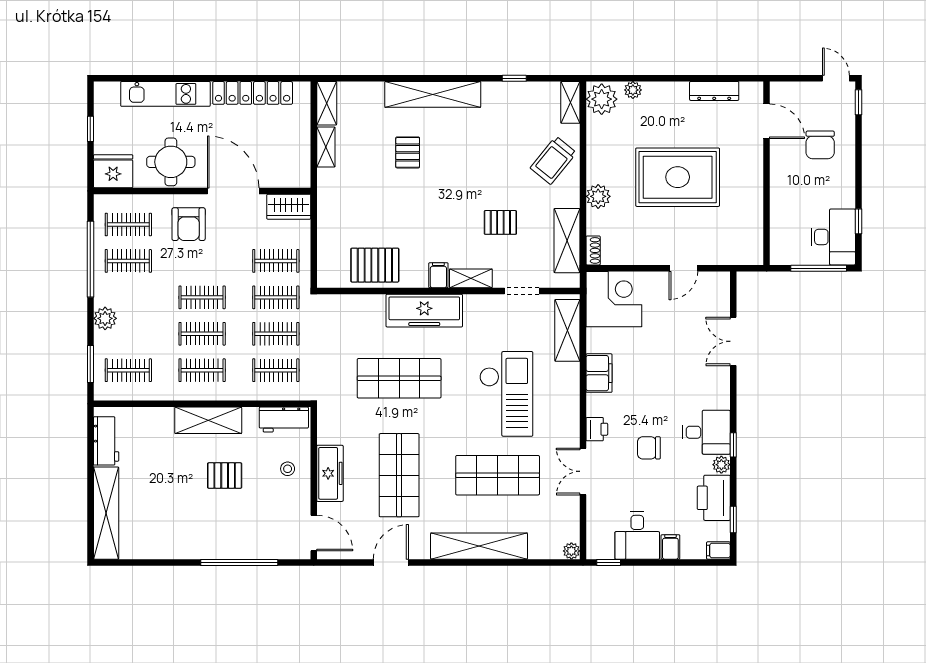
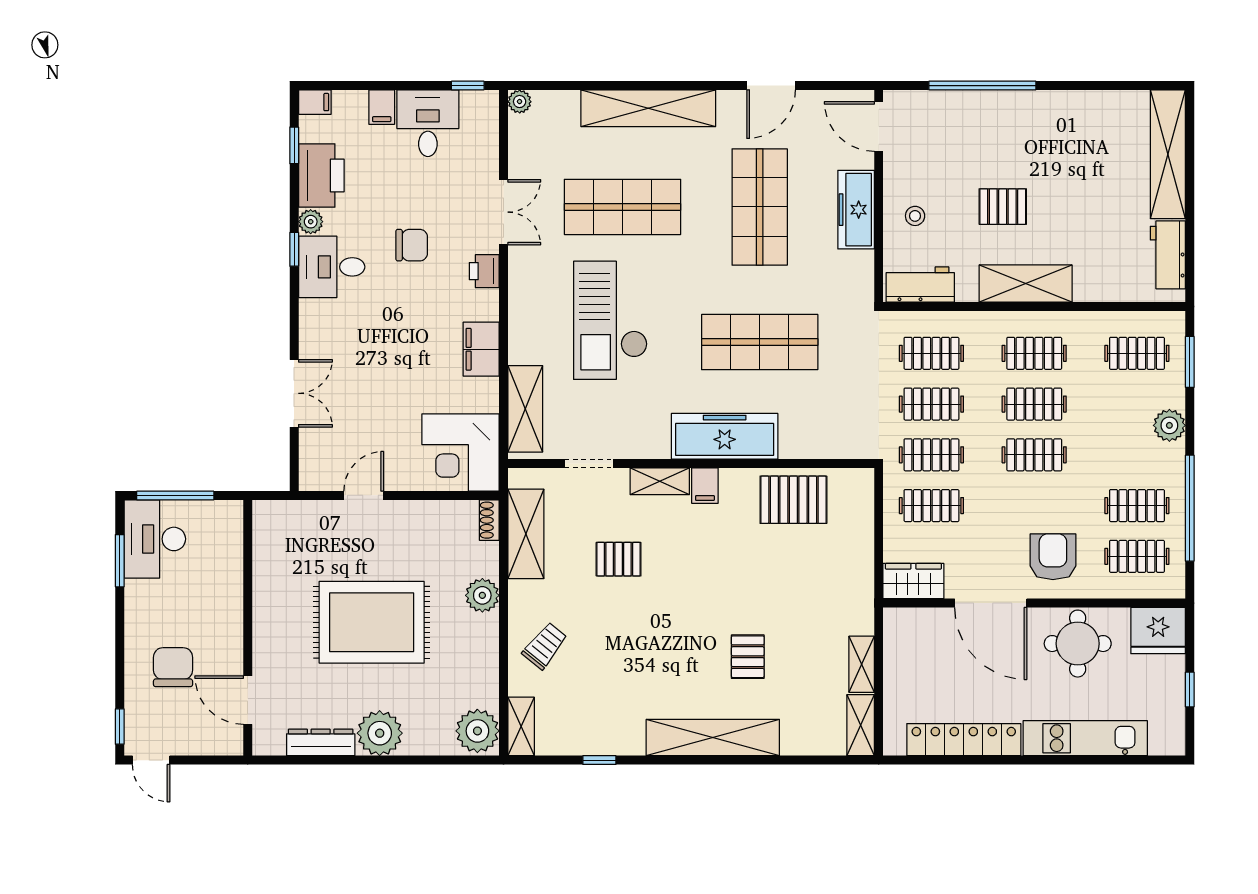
plant: (633, 90) -> (380, 733), moved, width x1.87, depth x1.87
trolley: (553, 160) -> (545, 646), width x0.73, depth x0.72
window: (858, 221) -> (120, 561), width x1.50

